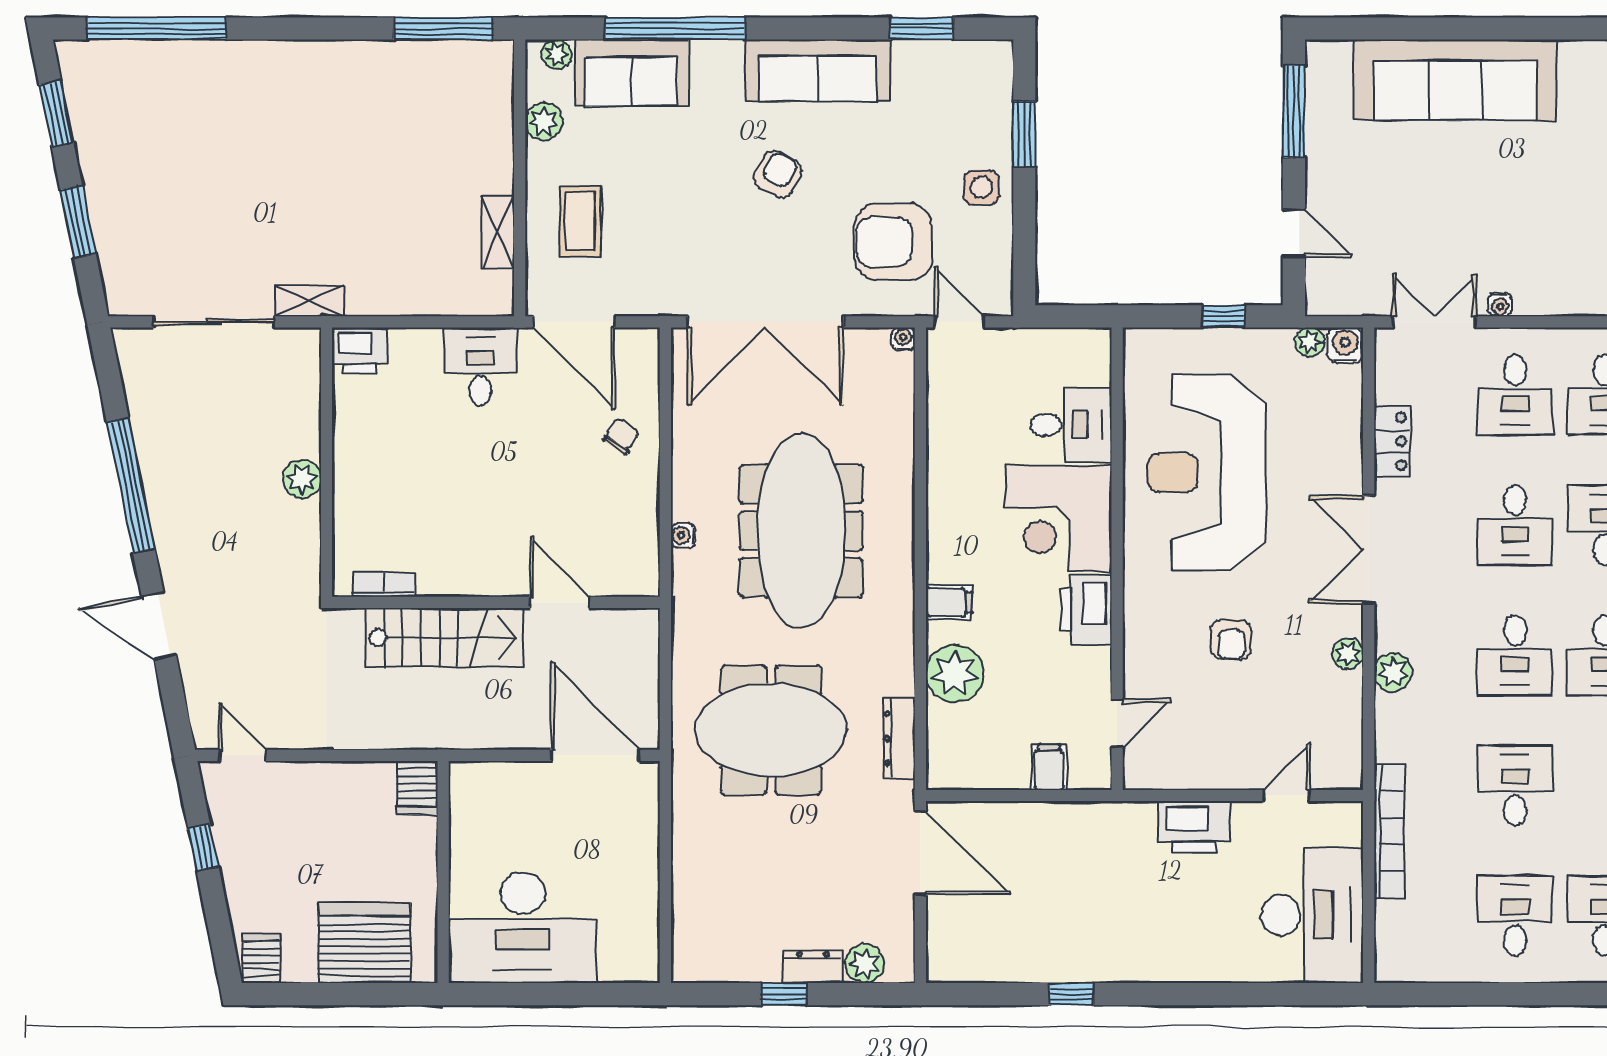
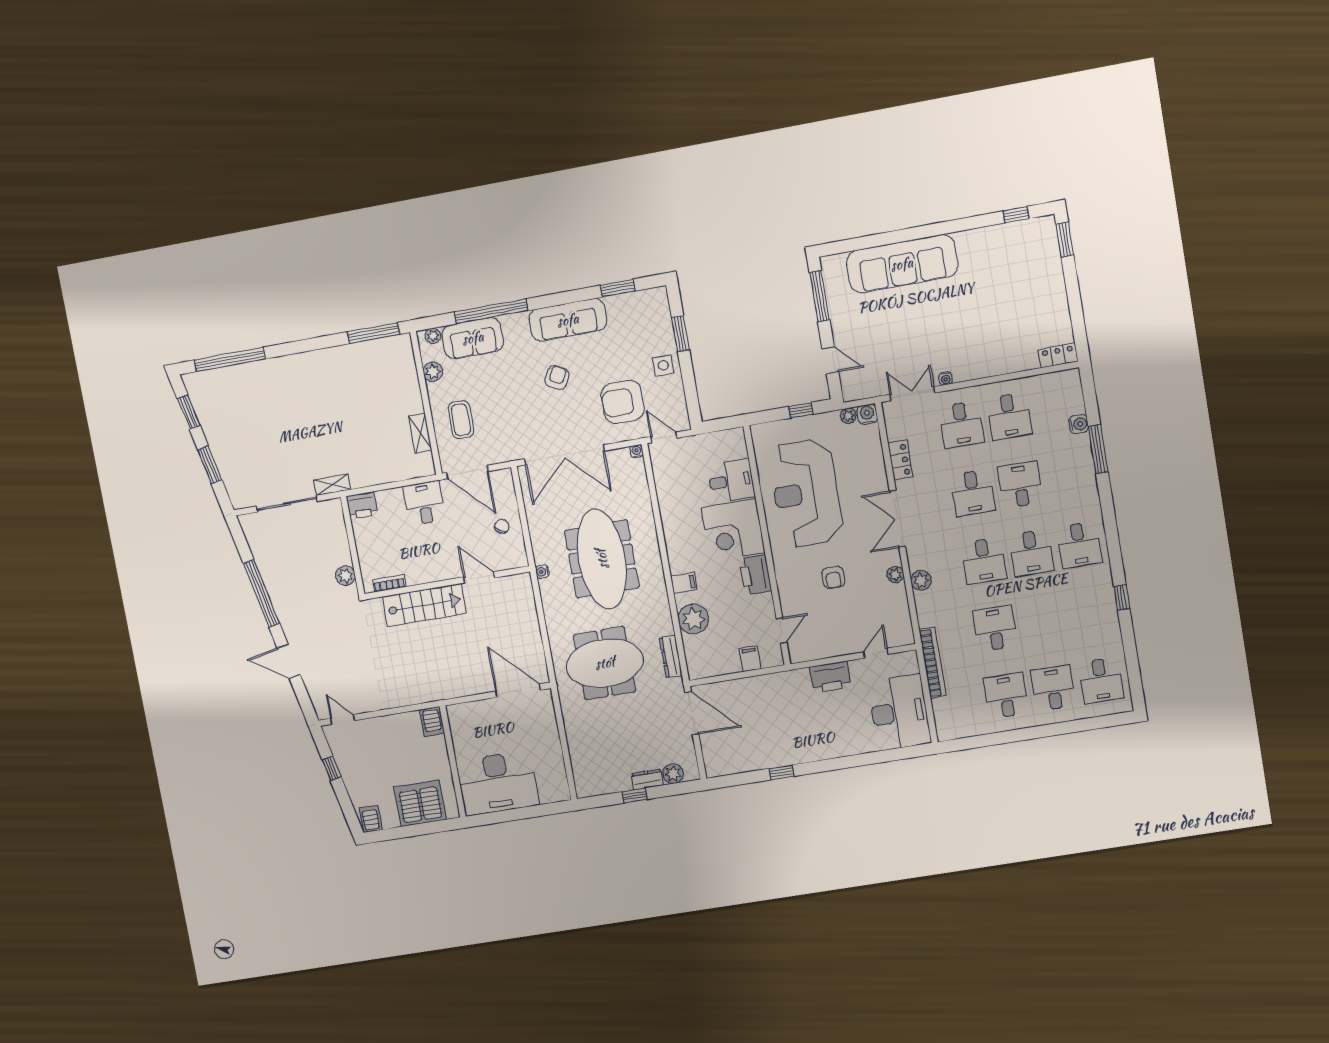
bookcase: (384, 585) -> (389, 583), moved
wall: (496, 602) -> (447, 583), moved
door: (560, 602) -> (479, 577), moved
stairs: (444, 638) -> (424, 605), moved

